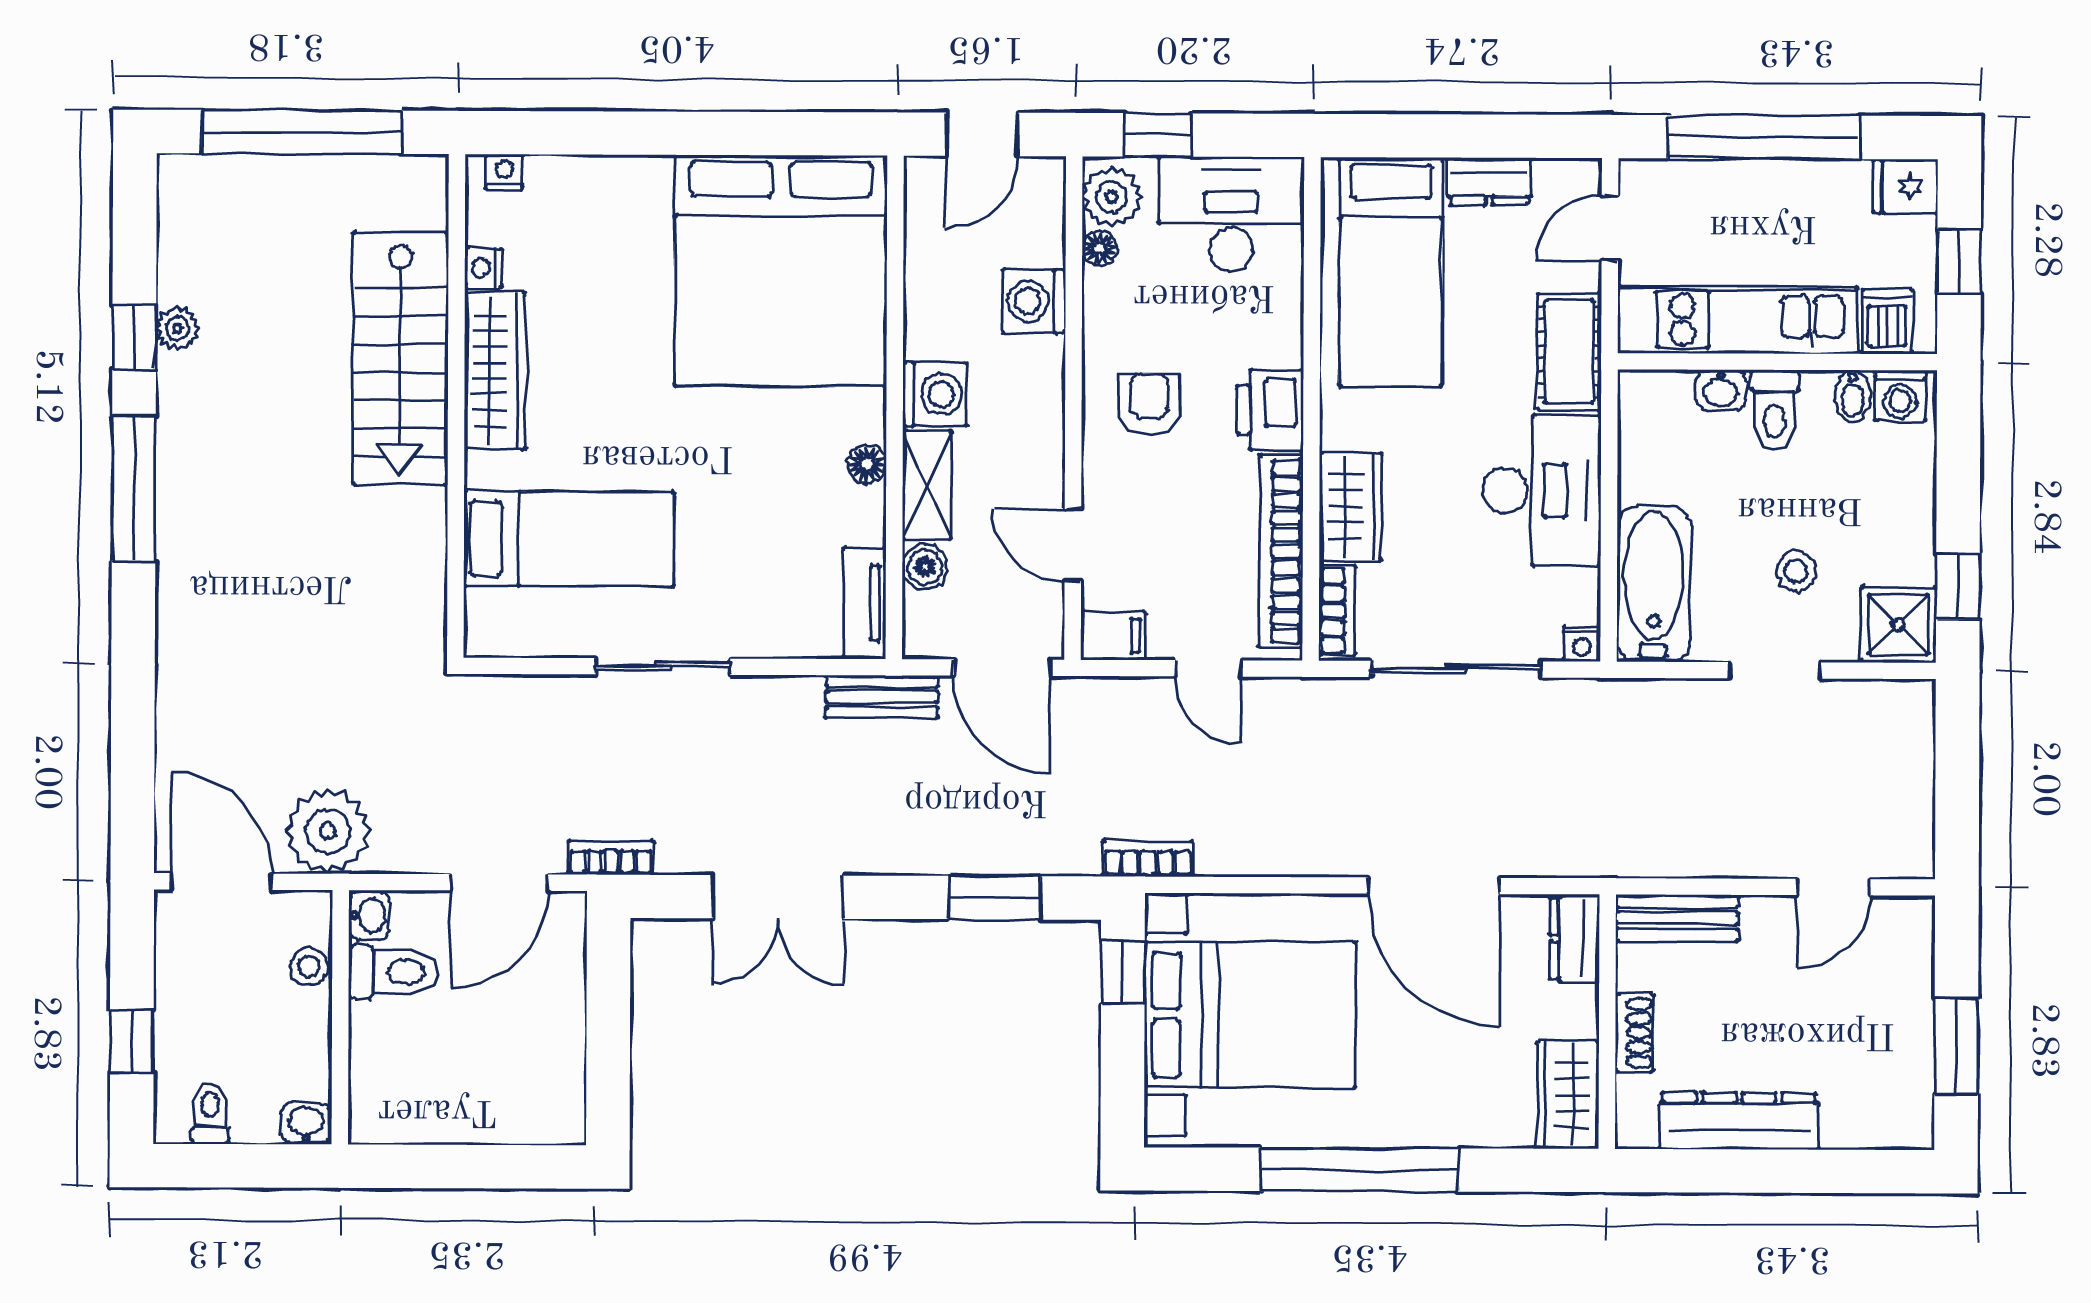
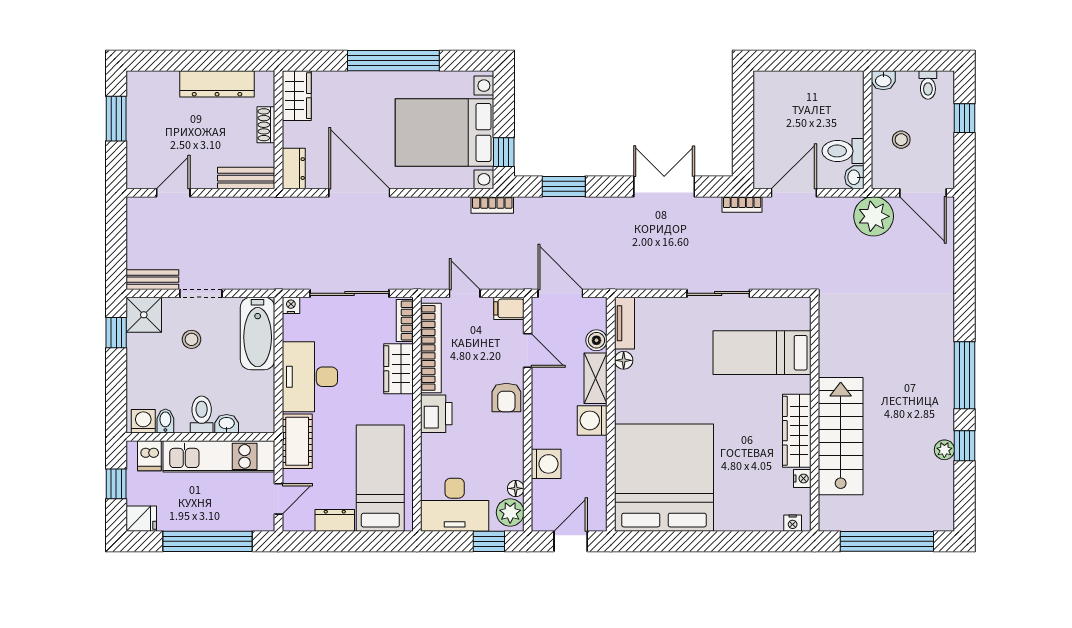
armchair: (1149, 405) -> (506, 397), moved
floor lamp: (867, 464) -> (624, 360), moved
bench: (882, 697) -> (152, 280), moved
stool: (309, 966) -> (901, 140), moved

